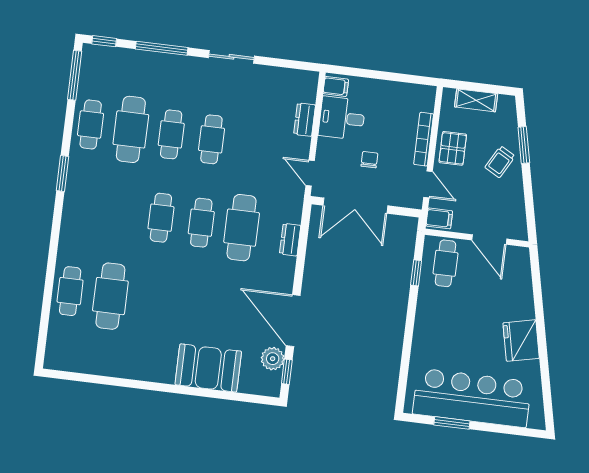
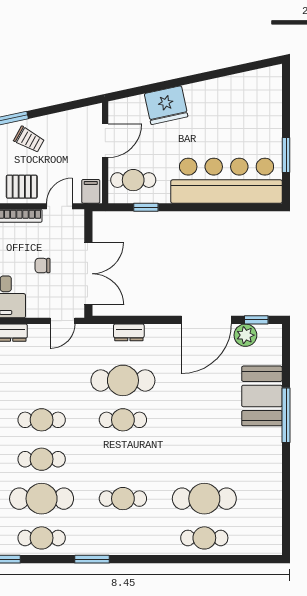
cafe table: (161, 218) -> (123, 499), moved
fridge: (521, 341) -> (166, 105), moved
window: (186, 390) -> (286, 415), added
bar counter: (472, 398) -> (227, 181), moved, turned 90

